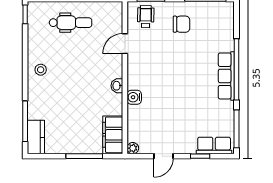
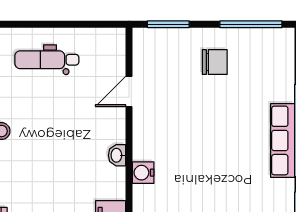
wheelchair: (146, 17) -> (161, 51), removed
dental chair: (71, 23) -> (47, 60), turned 180

